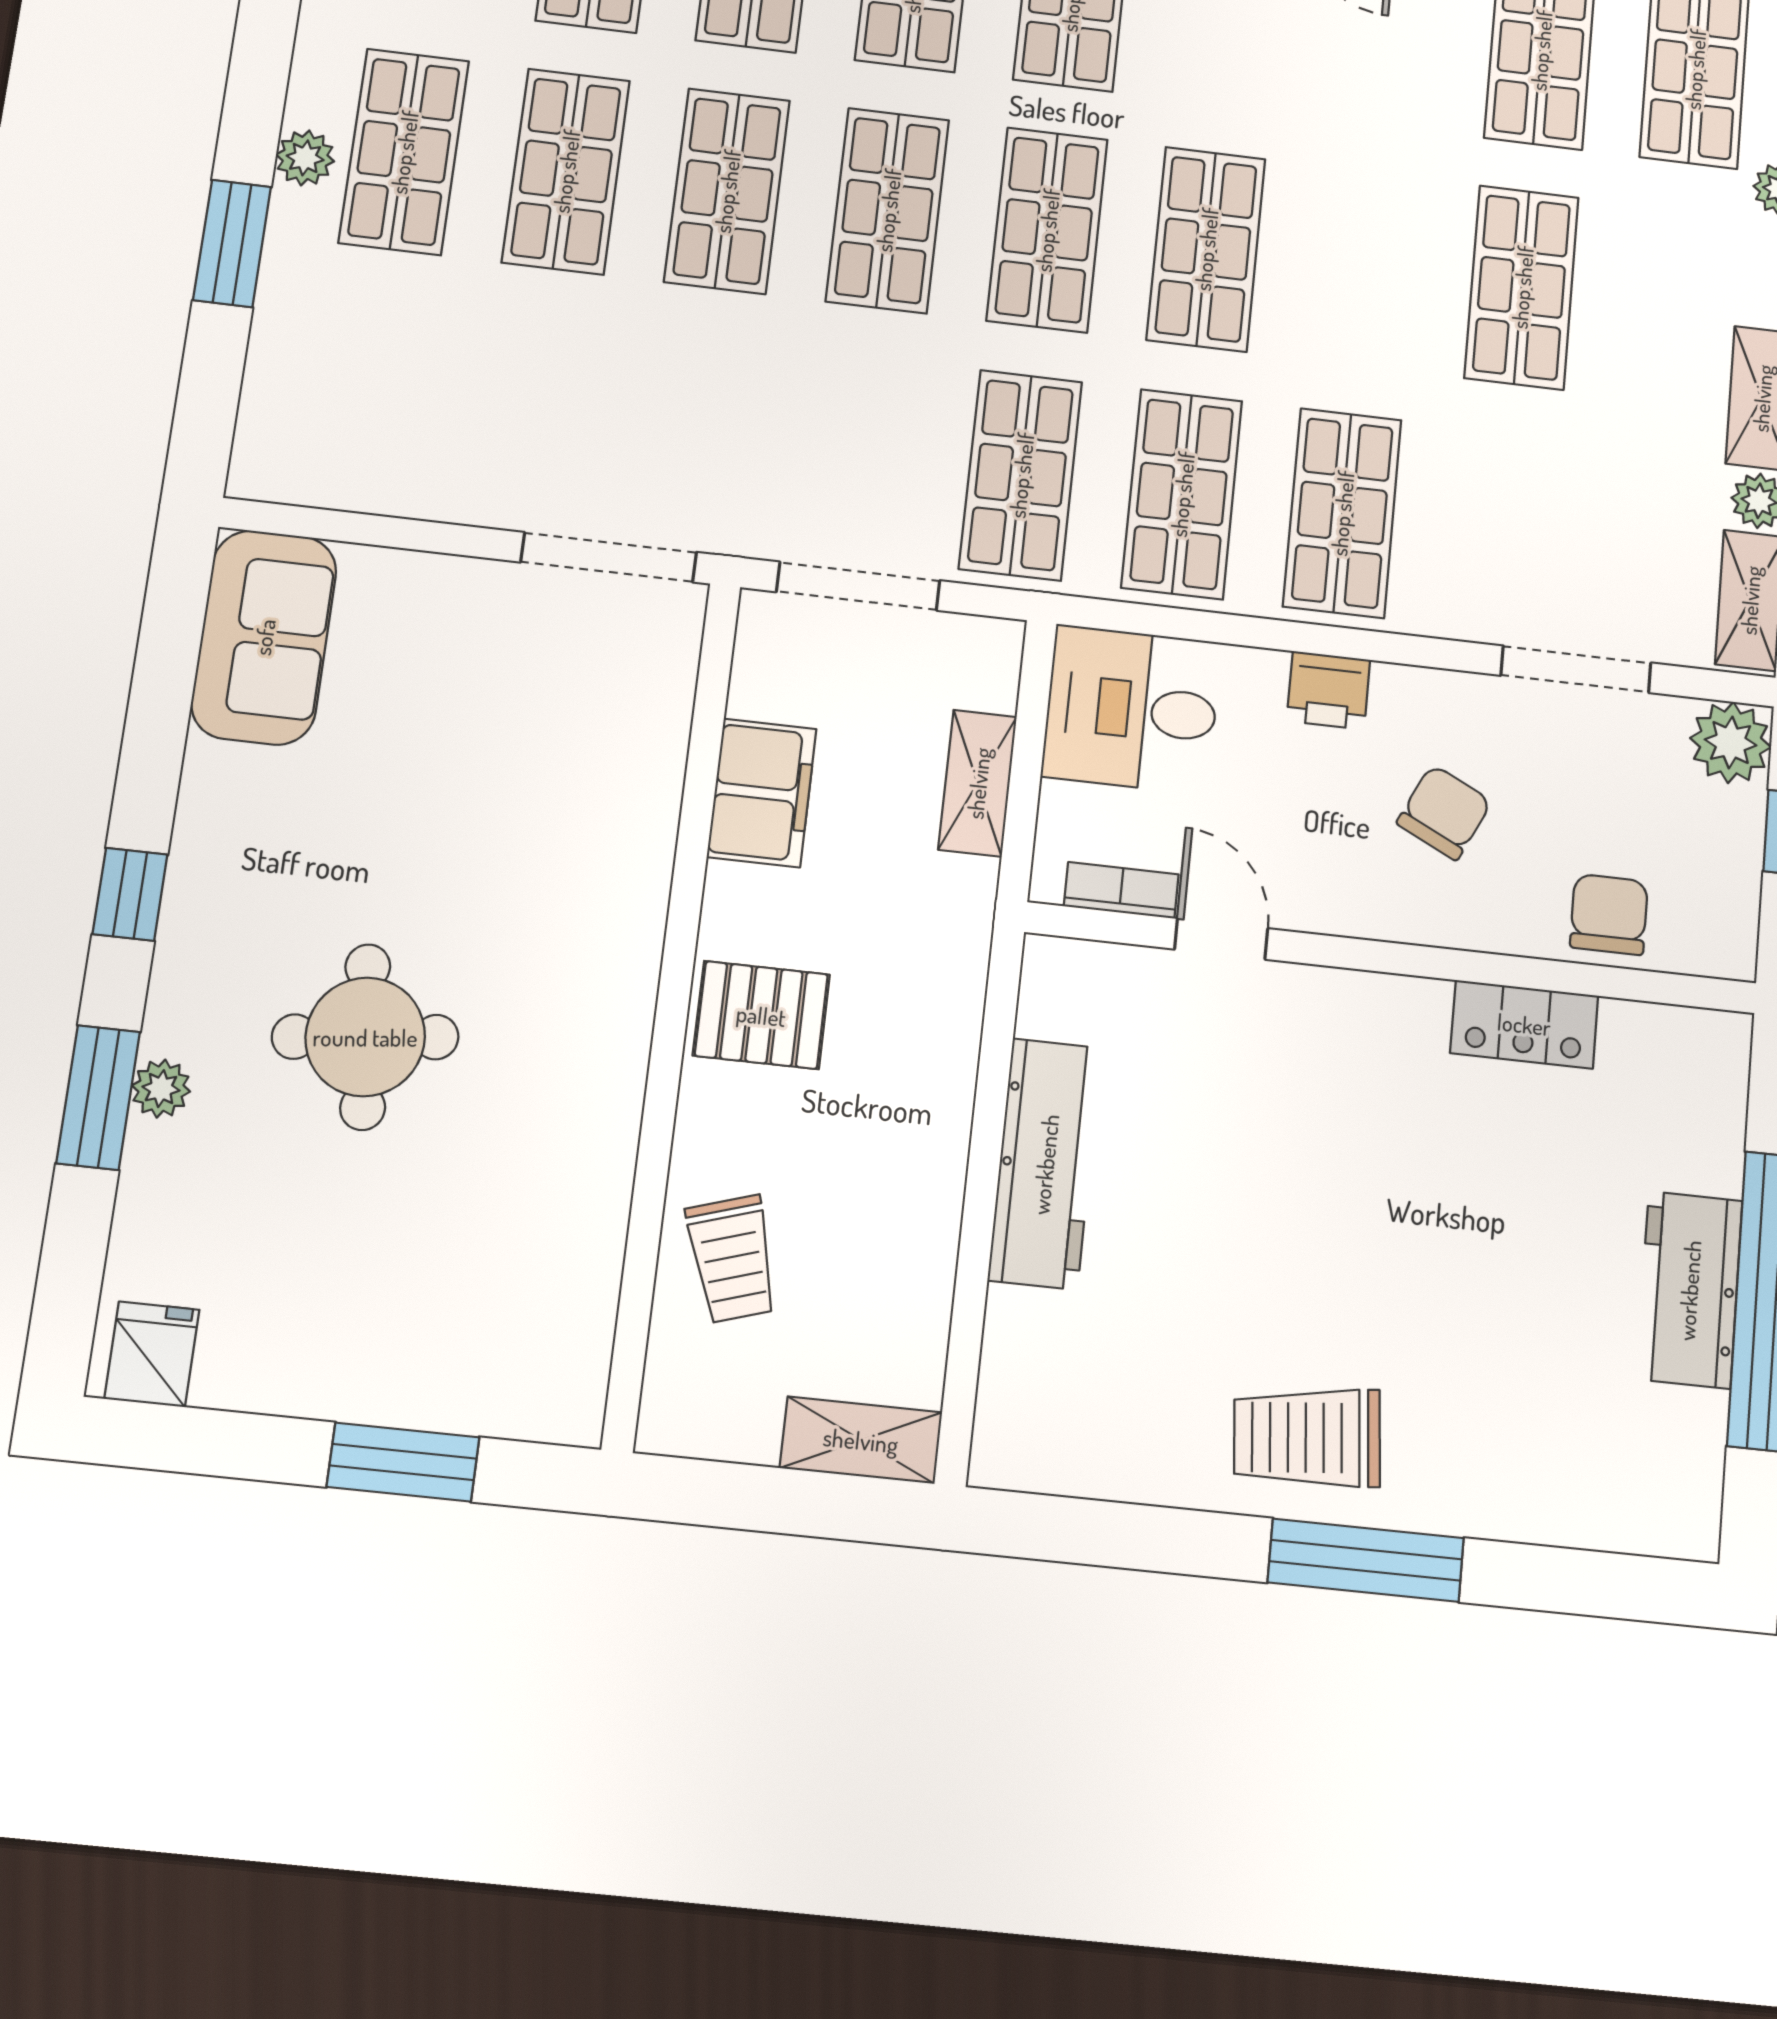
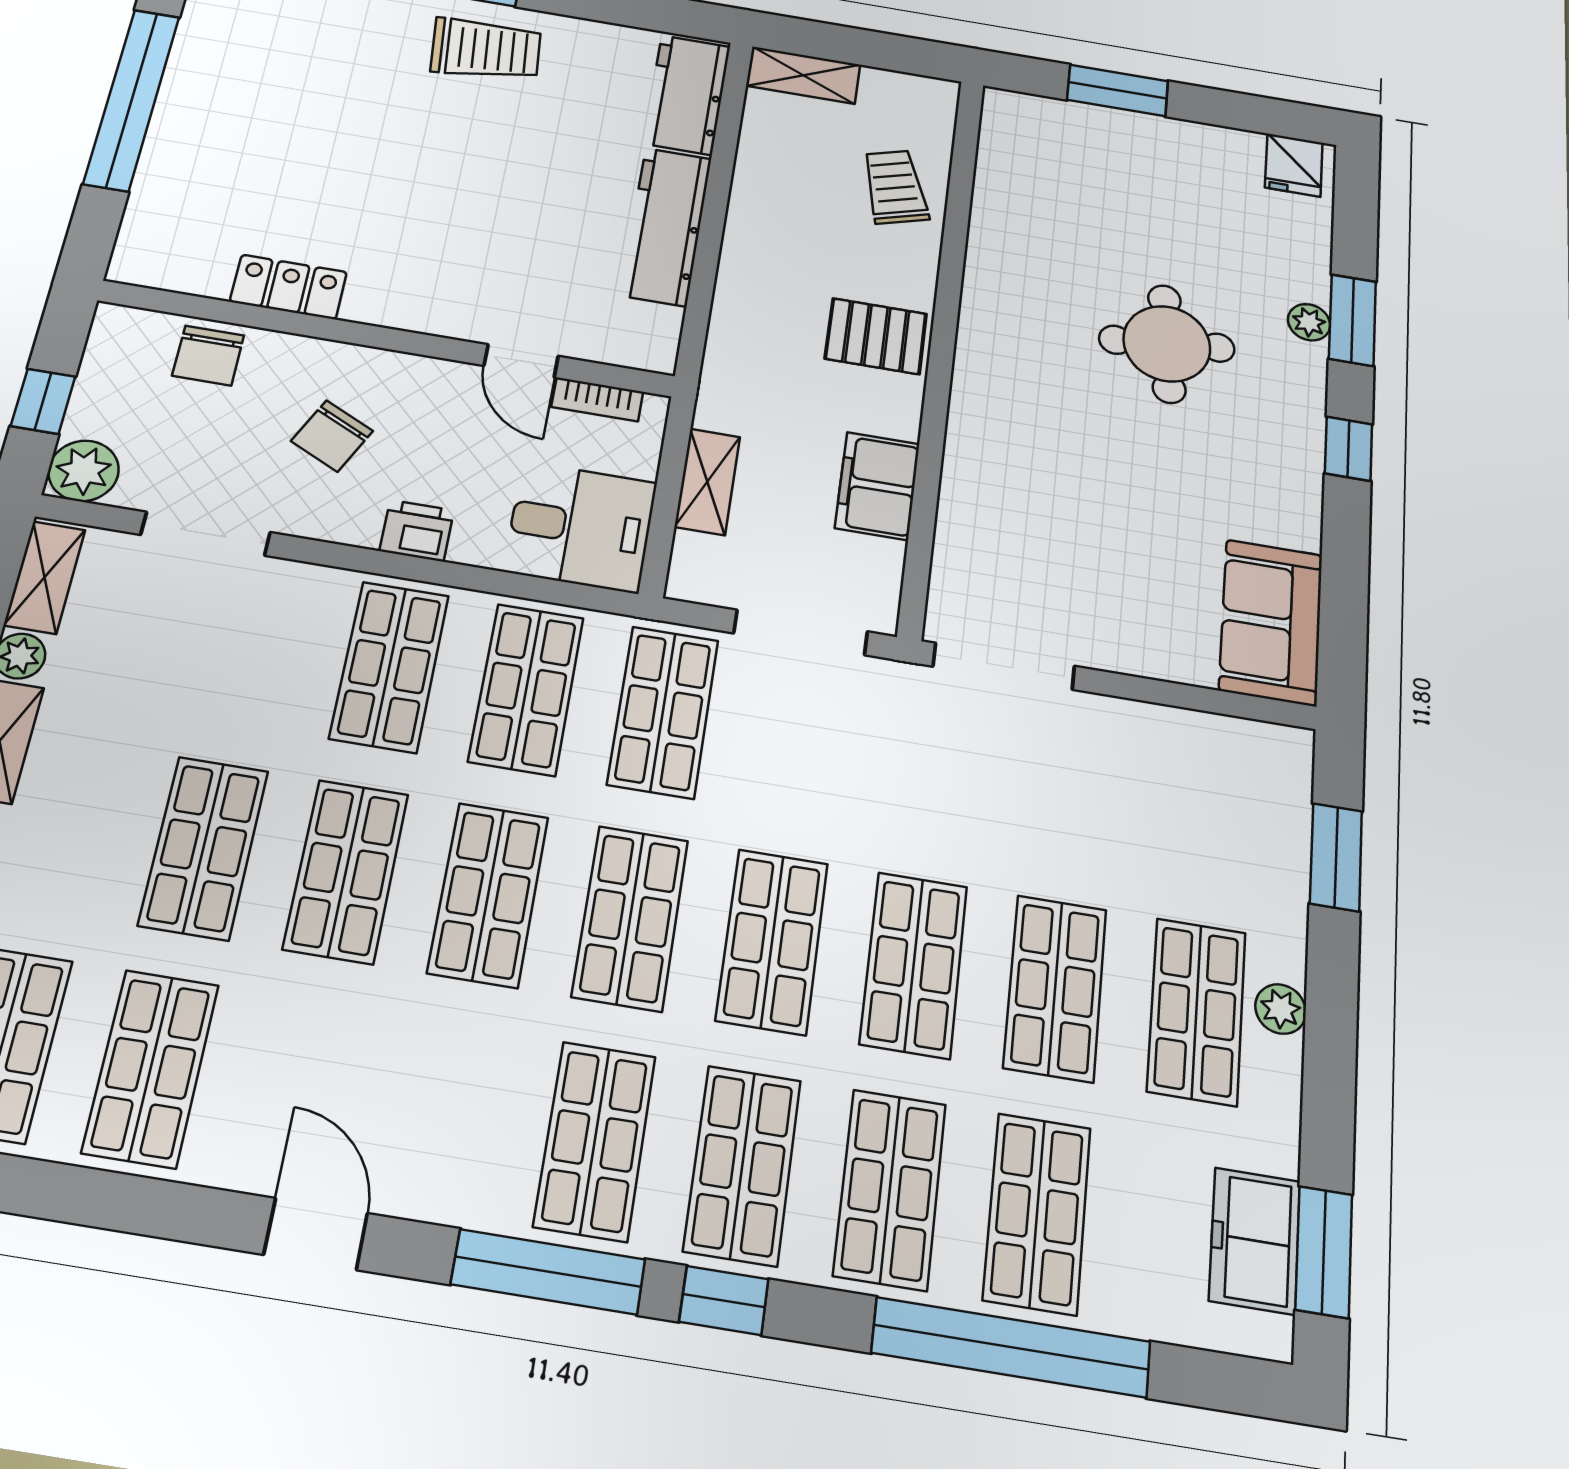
window: (232, 243) -> (1336, 857), moved
shop shelf: (1364, 268) -> (346, 871), added
workbench: (1689, 1290) -> (687, 95), moved, turned 180

